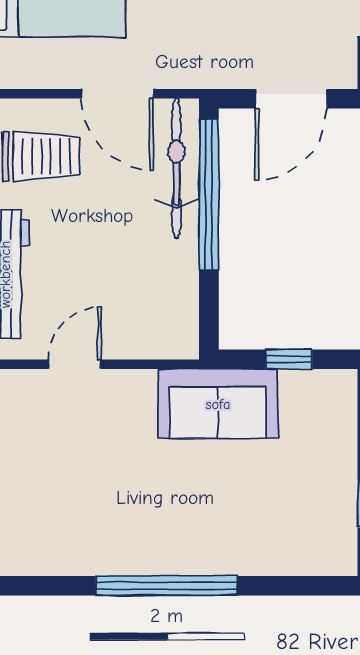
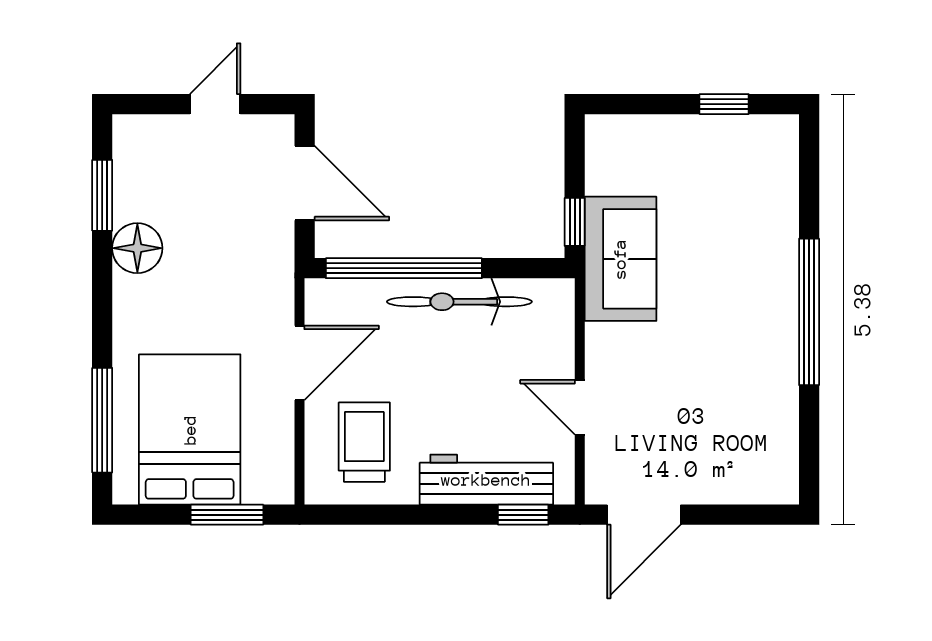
bicycle: (176, 168) -> (459, 302), moved
window: (289, 359) -> (575, 222), moved

